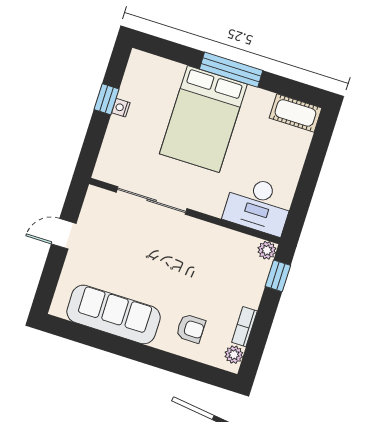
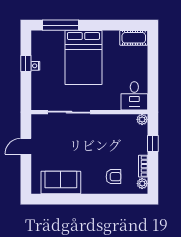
window: (231, 70) -> (60, 25), moved
desk: (258, 205) -> (134, 96), width x0.73
window: (278, 276) -> (153, 144), moved
sofa: (114, 314) -> (61, 182), width x0.73

